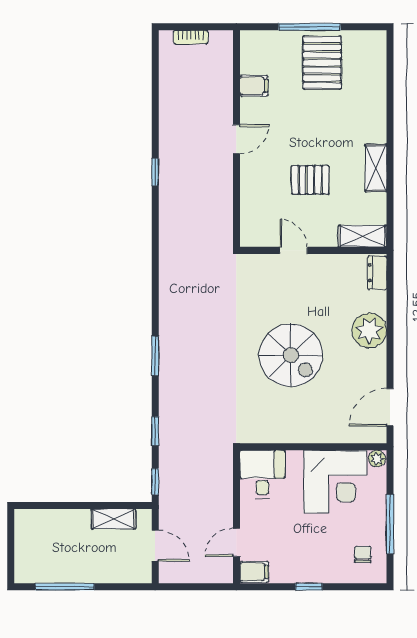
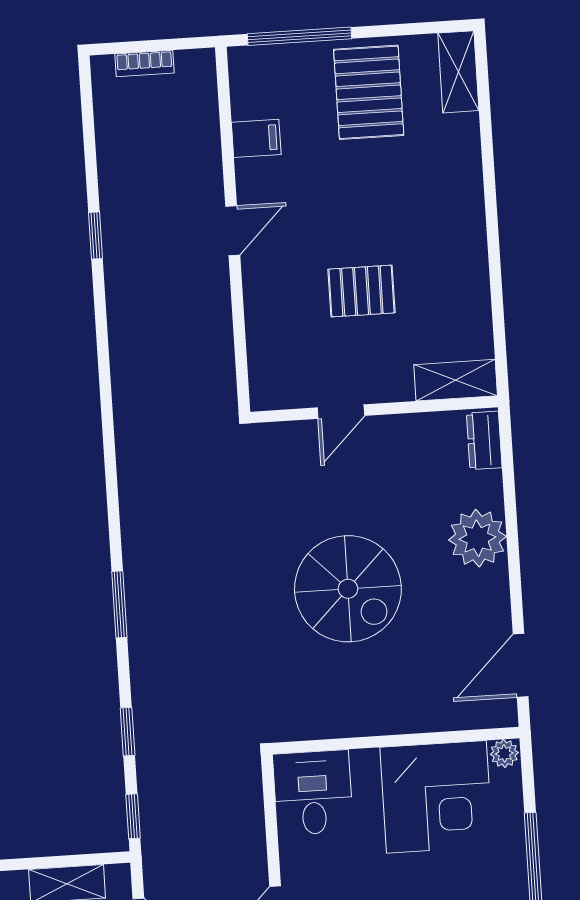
window: (309, 27) -> (299, 36), moved
shelving: (376, 168) -> (458, 72), moved
window: (155, 172) -> (96, 235), moved
door: (293, 250) -> (341, 412), swing flipped

